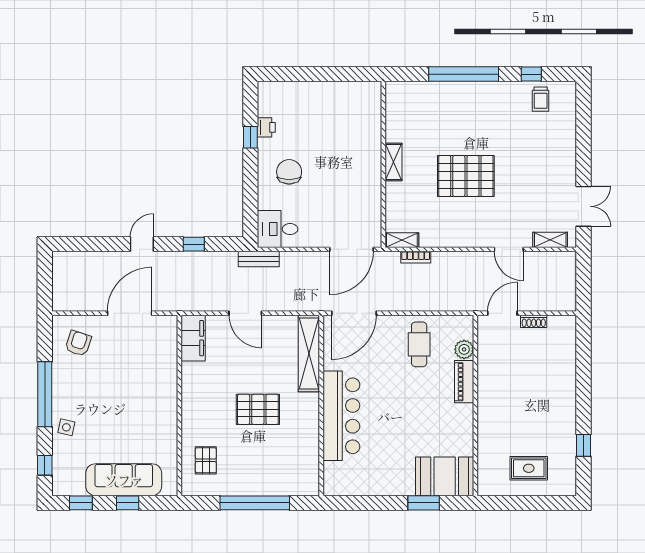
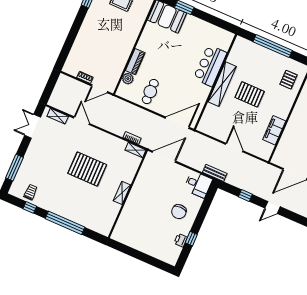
window: (584, 127) -> (14, 168), added
filing cabinet: (193, 338) -> (274, 130), moved
shelving: (309, 353) -> (222, 84), moved
bar counter: (341, 416) -> (210, 66), width x0.73

